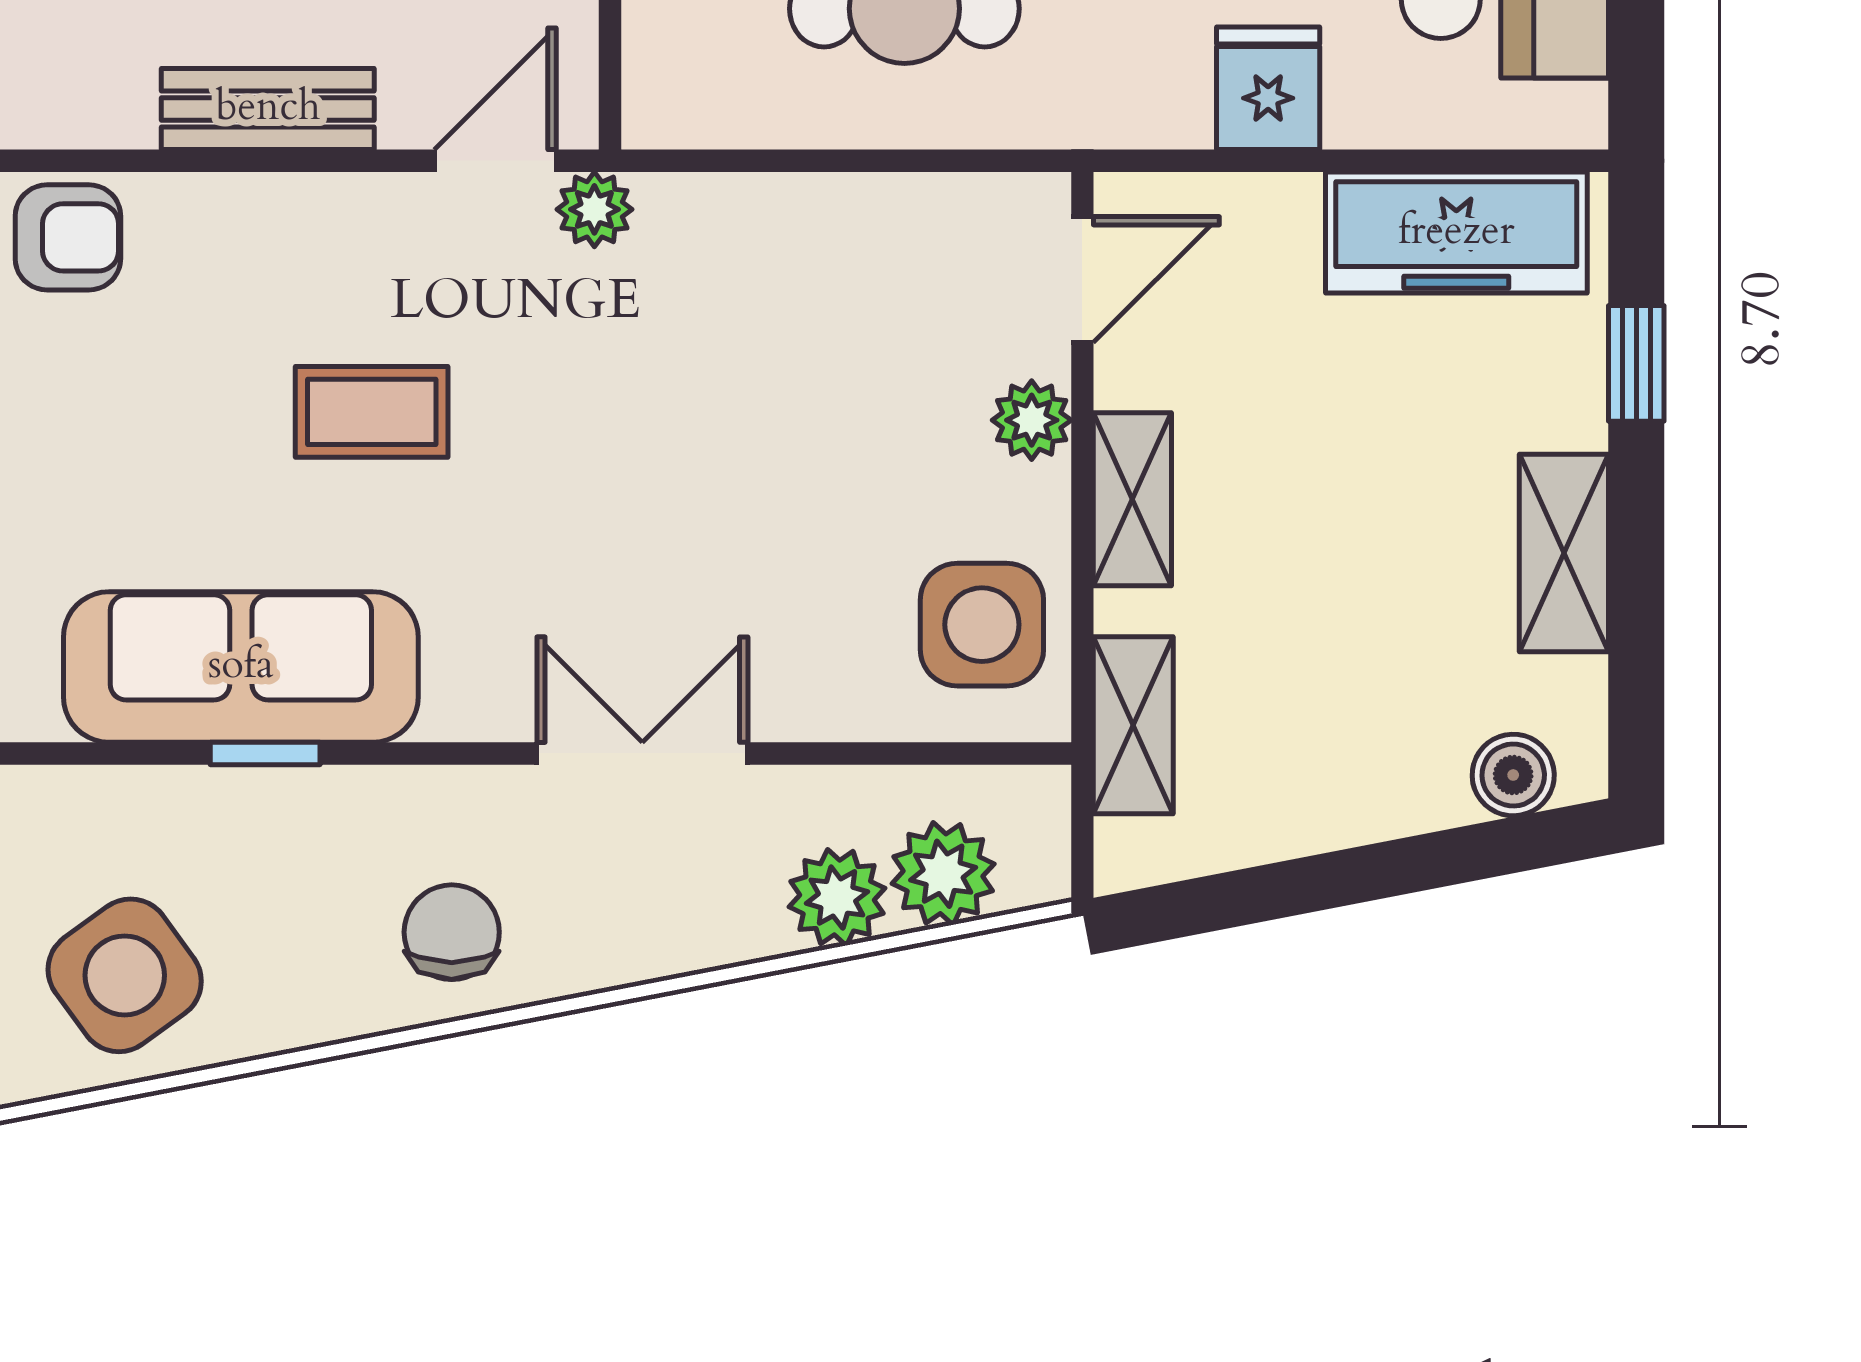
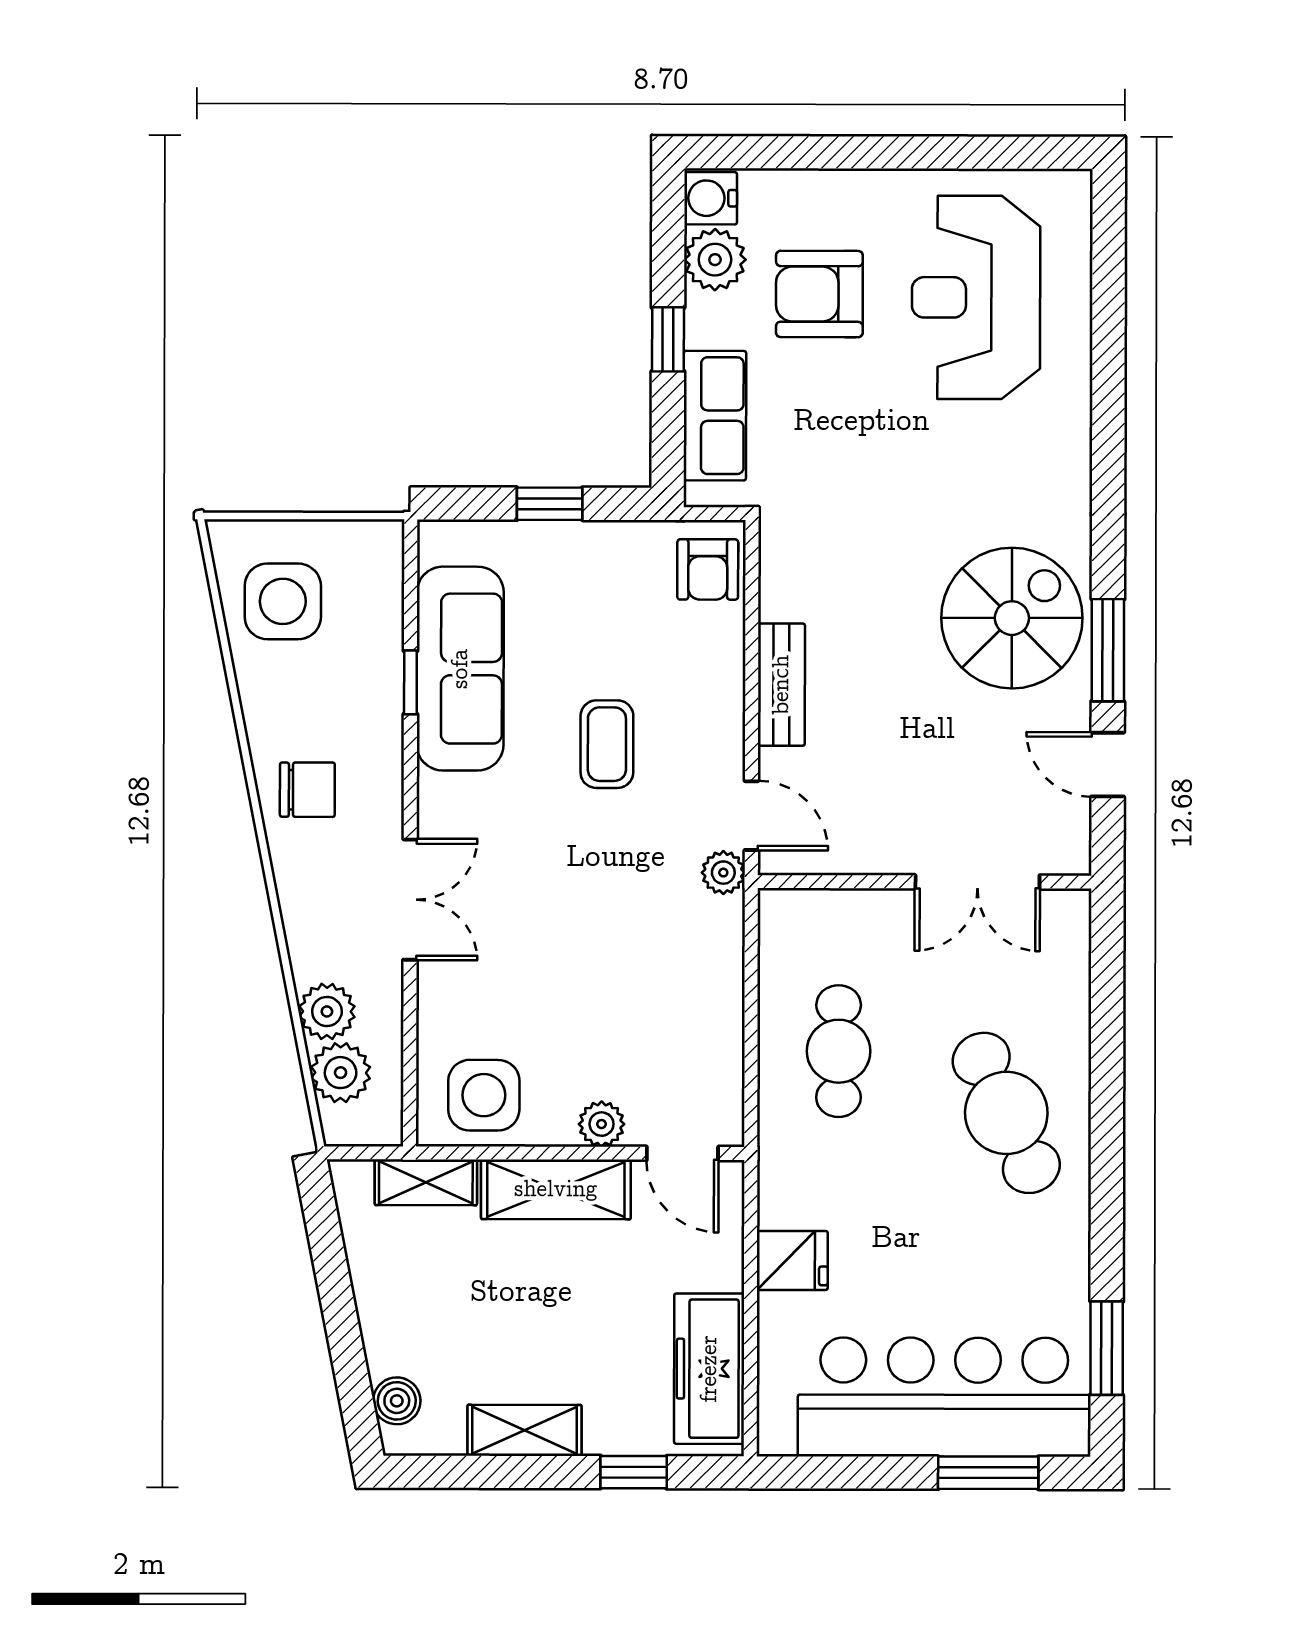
shelving: (1132, 499) -> (556, 1189), width x1.50, depth x1.33
side table: (125, 975) -> (283, 601), turned 36

